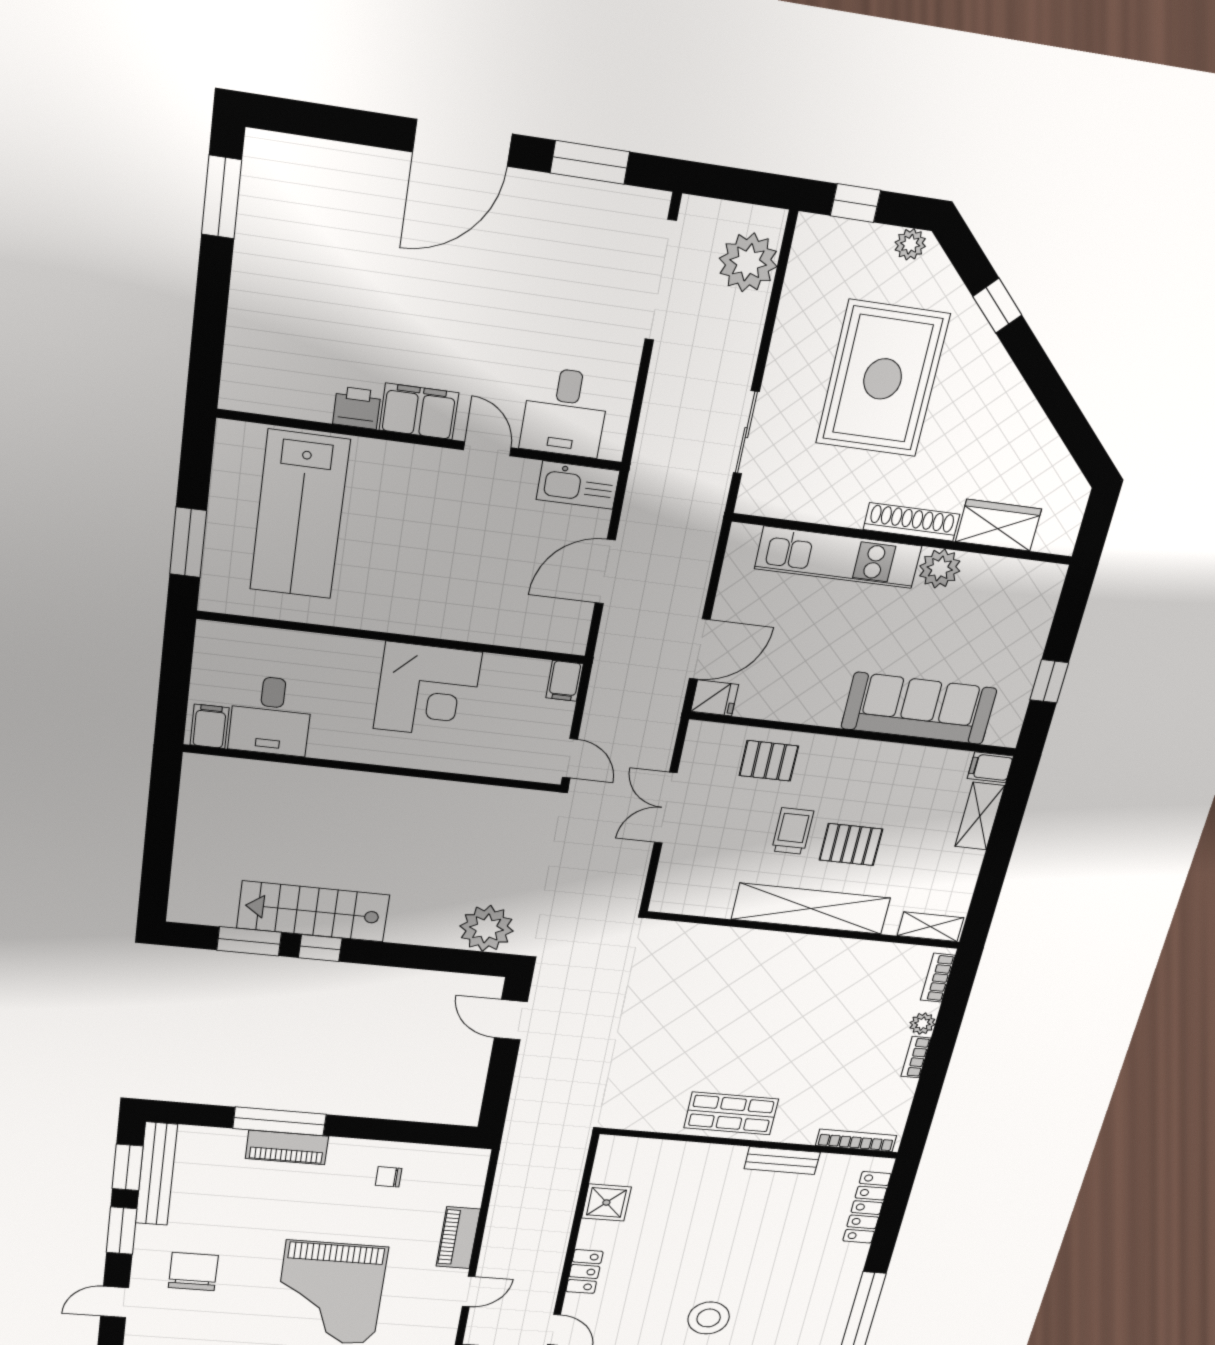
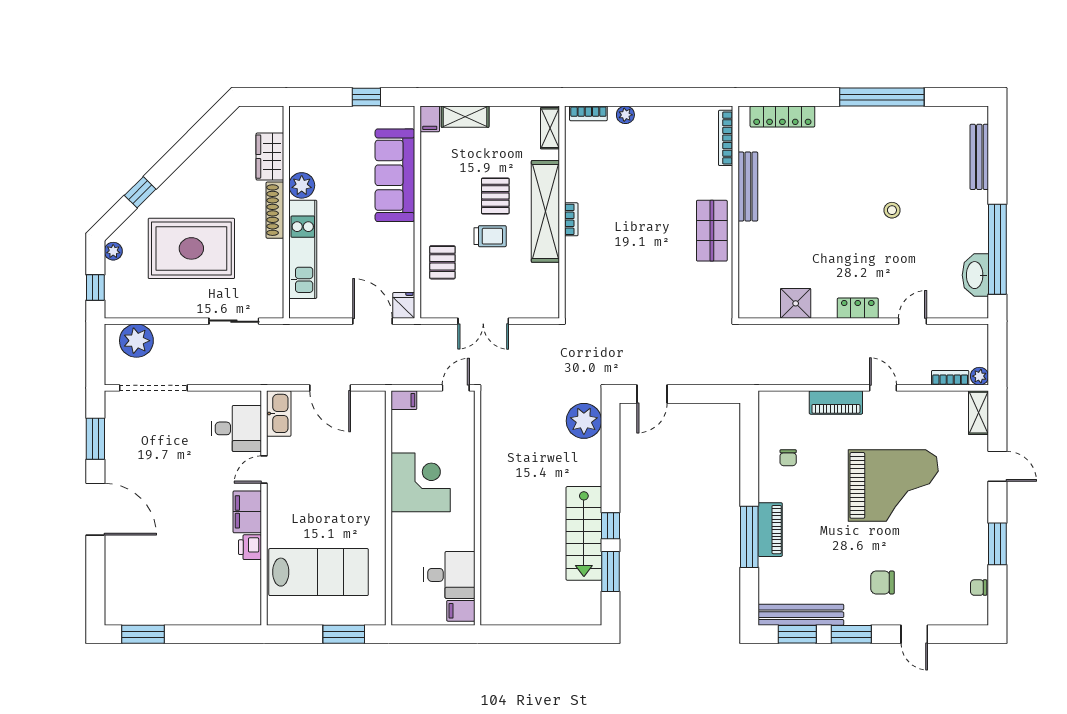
trolley: (793, 831) -> (490, 236), turned 180
bookcase: (916, 1057) -> (571, 219), moved, turned -90
bench: (782, 1161) -> (748, 186), width x1.36
chair: (193, 1272) -> (882, 582), width x0.73, depth x0.73
stool: (709, 1318) -> (892, 210), width x0.53, depth x0.53

